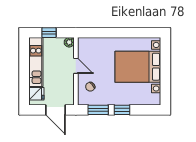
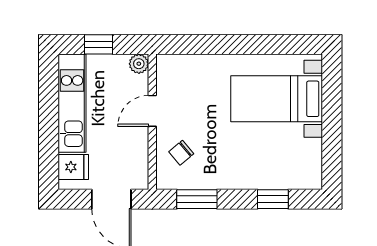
door: (76, 66) -> (152, 111), swing flipped
bed with nightstands: (138, 67) -> (277, 99), width x0.73
window: (122, 110) -> (273, 199), moved

